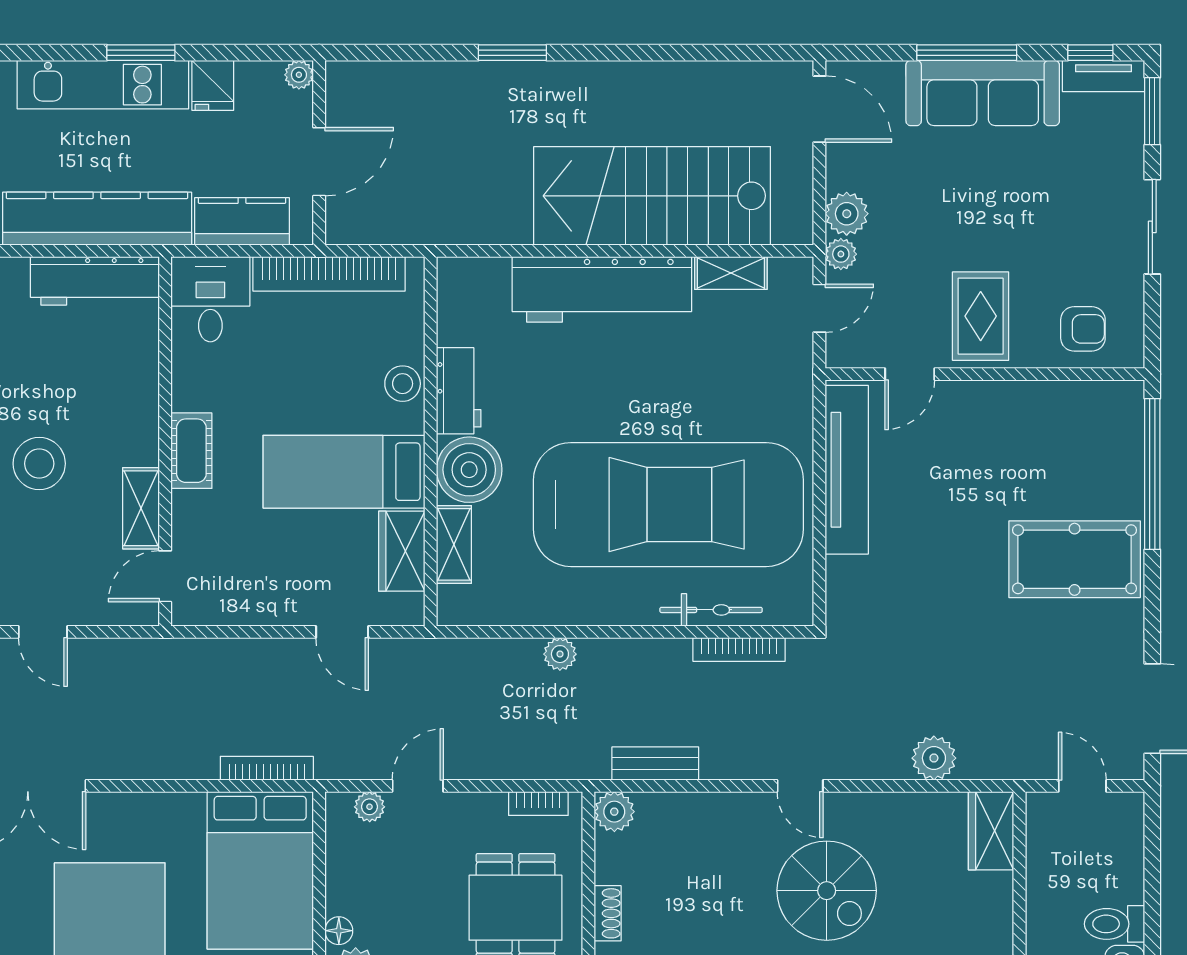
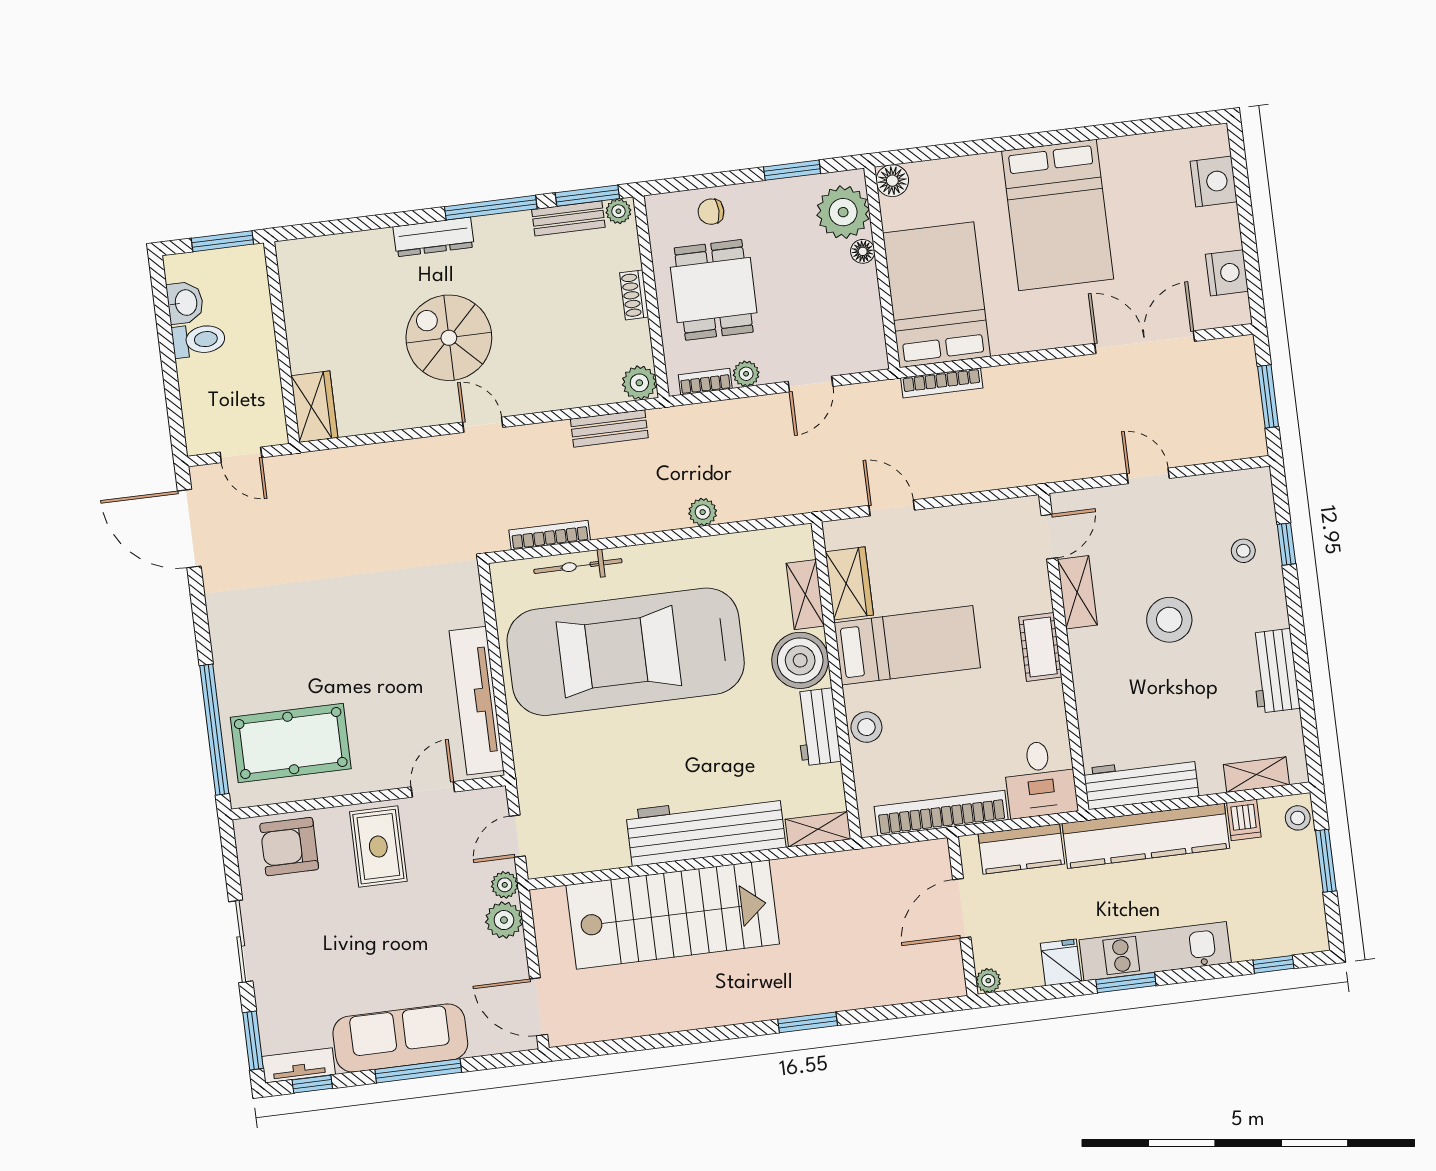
shelving: (731, 273) -> (818, 829), moved
armchair: (1083, 329) -> (289, 847), width x1.38, depth x1.38
pool table: (1075, 559) -> (291, 743), moved
plant: (934, 758) -> (371, 463), removed
plant: (370, 807) -> (746, 374), moved

